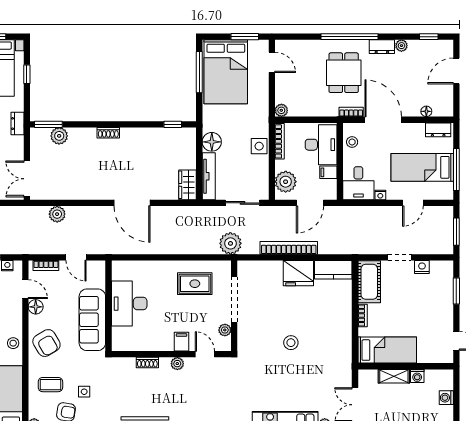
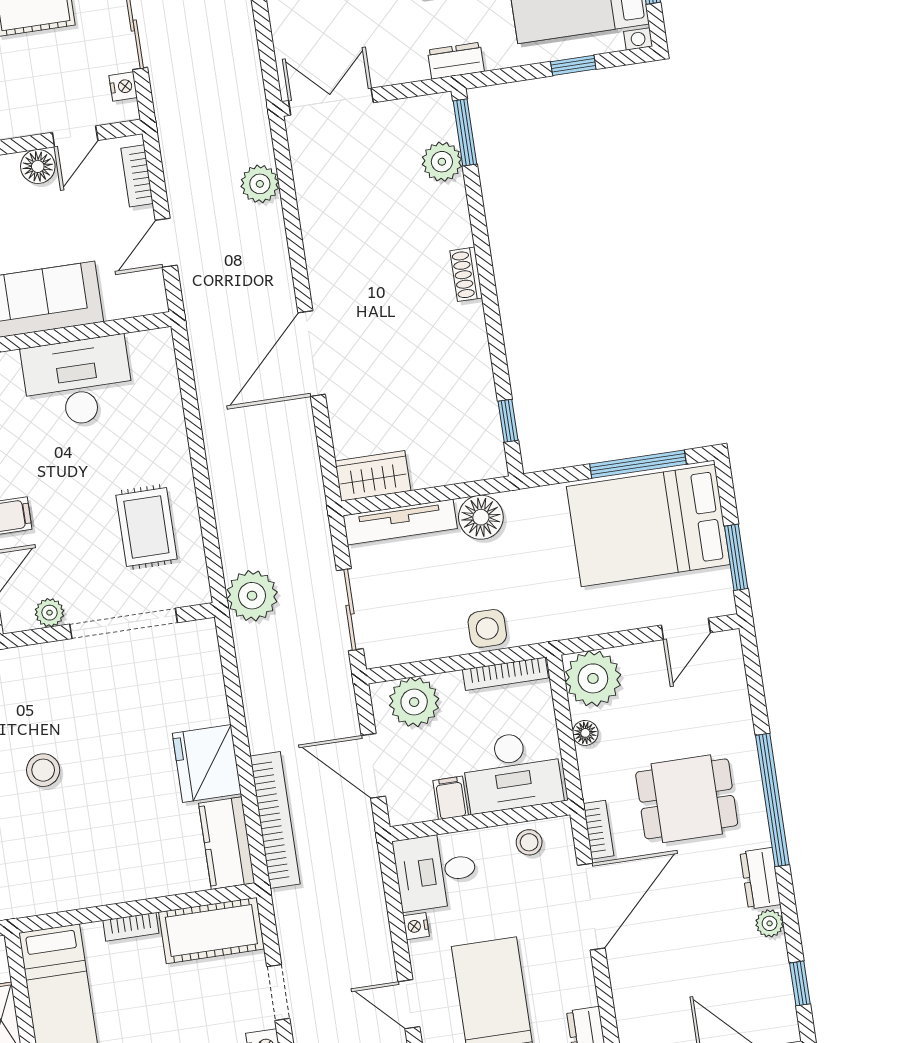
plant: (281, 110) -> (593, 678), width x1.87, depth x1.87
floor lamp: (426, 111) -> (585, 733), moved
bookcase: (289, 248) -> (275, 820), moved

